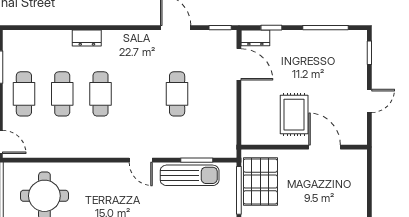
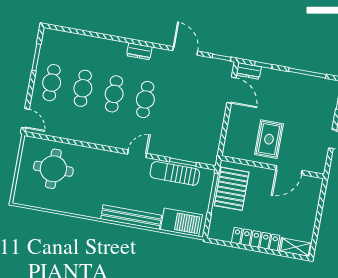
dresser: (87, 38) -> (139, 51), moved
cafe table: (177, 94) -> (145, 99), moved
door: (325, 147) -> (289, 170), swing flipped
door: (141, 160) -> (137, 154), swing flipped
sun lounger: (190, 175) -> (175, 173), turned 180

